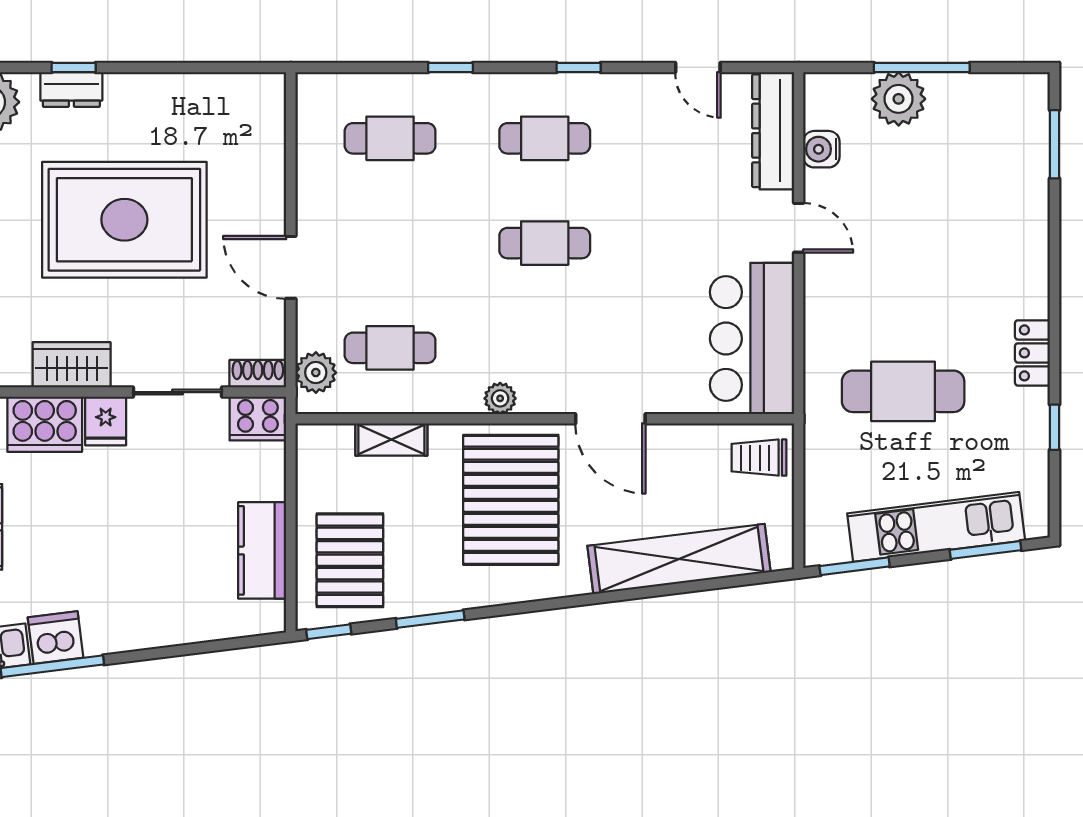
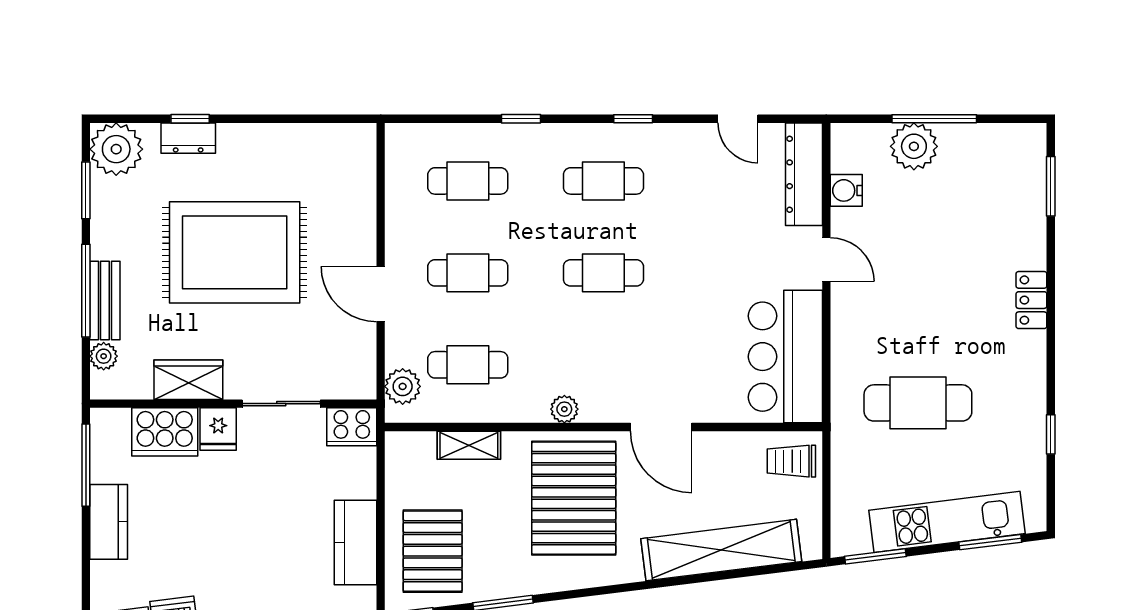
cafe table: (390, 243) -> (468, 273), added
locker: (1032, 353) -> (1031, 300), moved
shoe rack: (258, 374) -> (352, 387), removed

